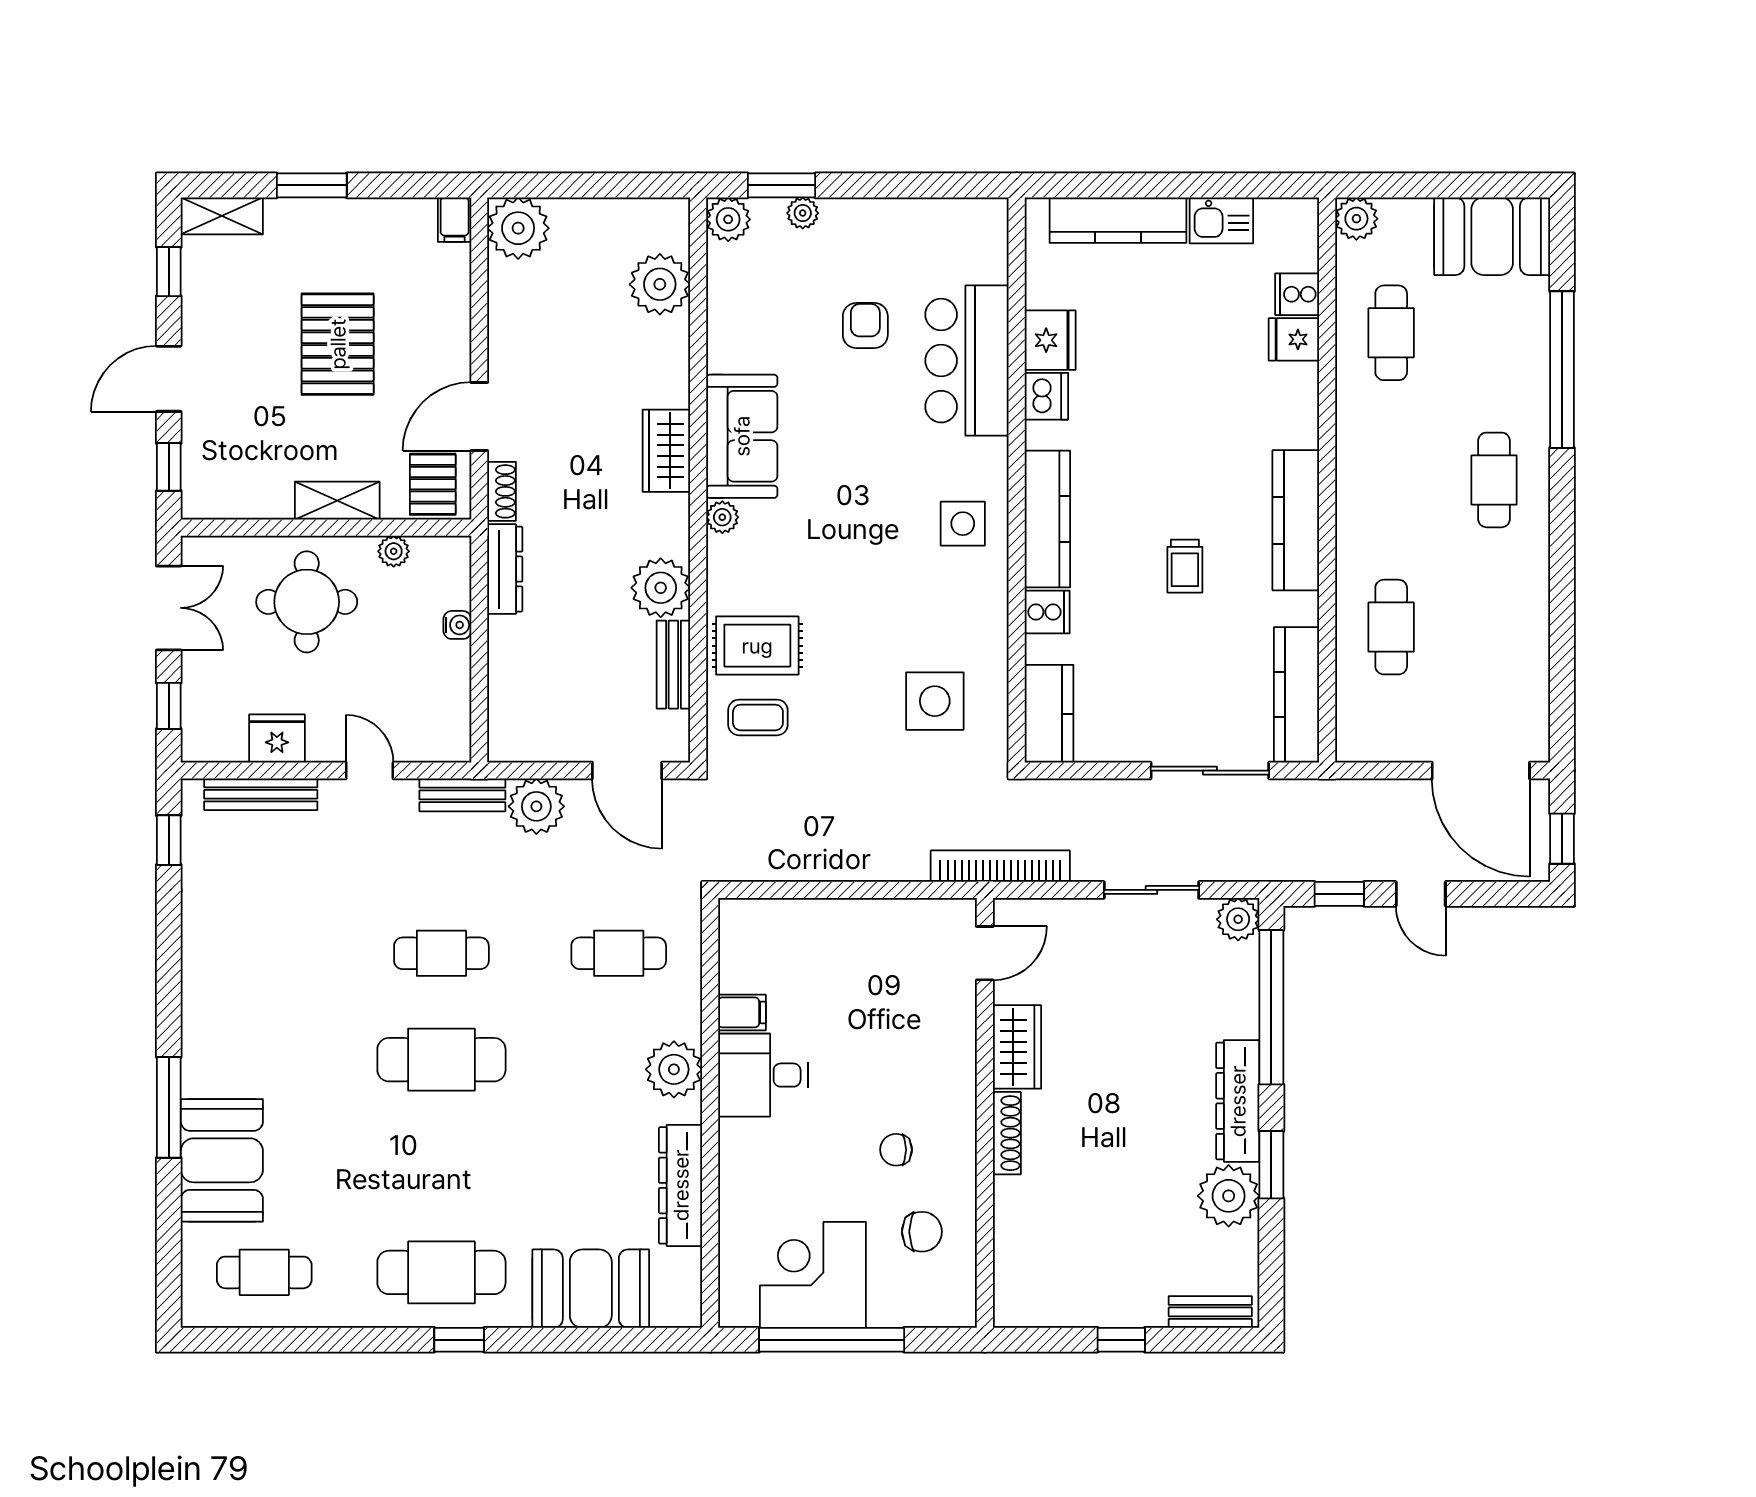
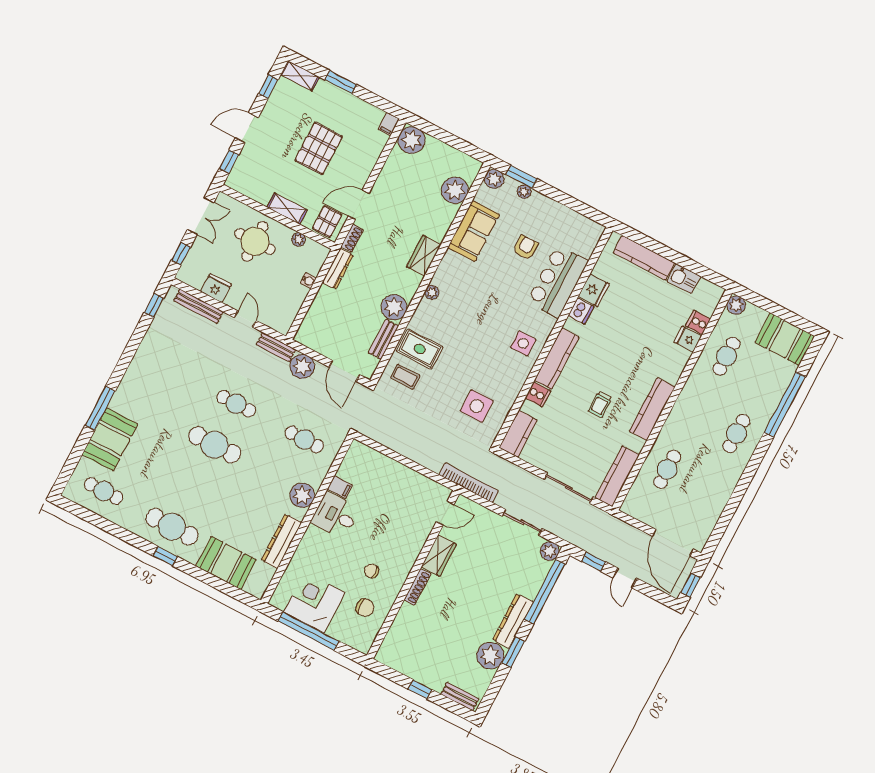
sofa: (742, 436) -> (474, 231), moved

